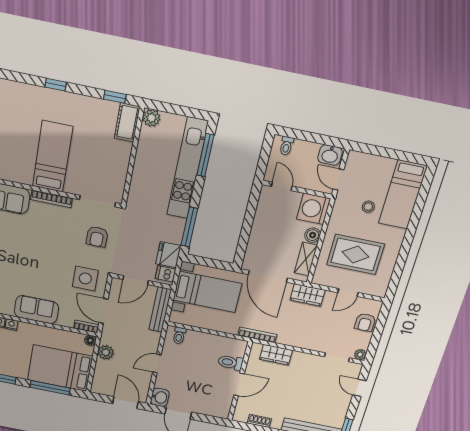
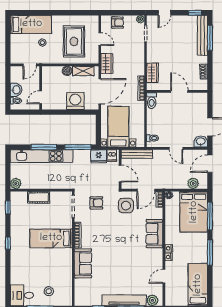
cot: (127, 122) -> (38, 197), moved
window: (205, 155) -> (44, 147), moved
washbasin: (330, 155) -> (16, 90), moved
washing machine: (314, 209) -> (75, 101), moved, turned 180
plant: (106, 352) -> (193, 183), moved
toilet: (231, 363) -> (152, 101), moved

